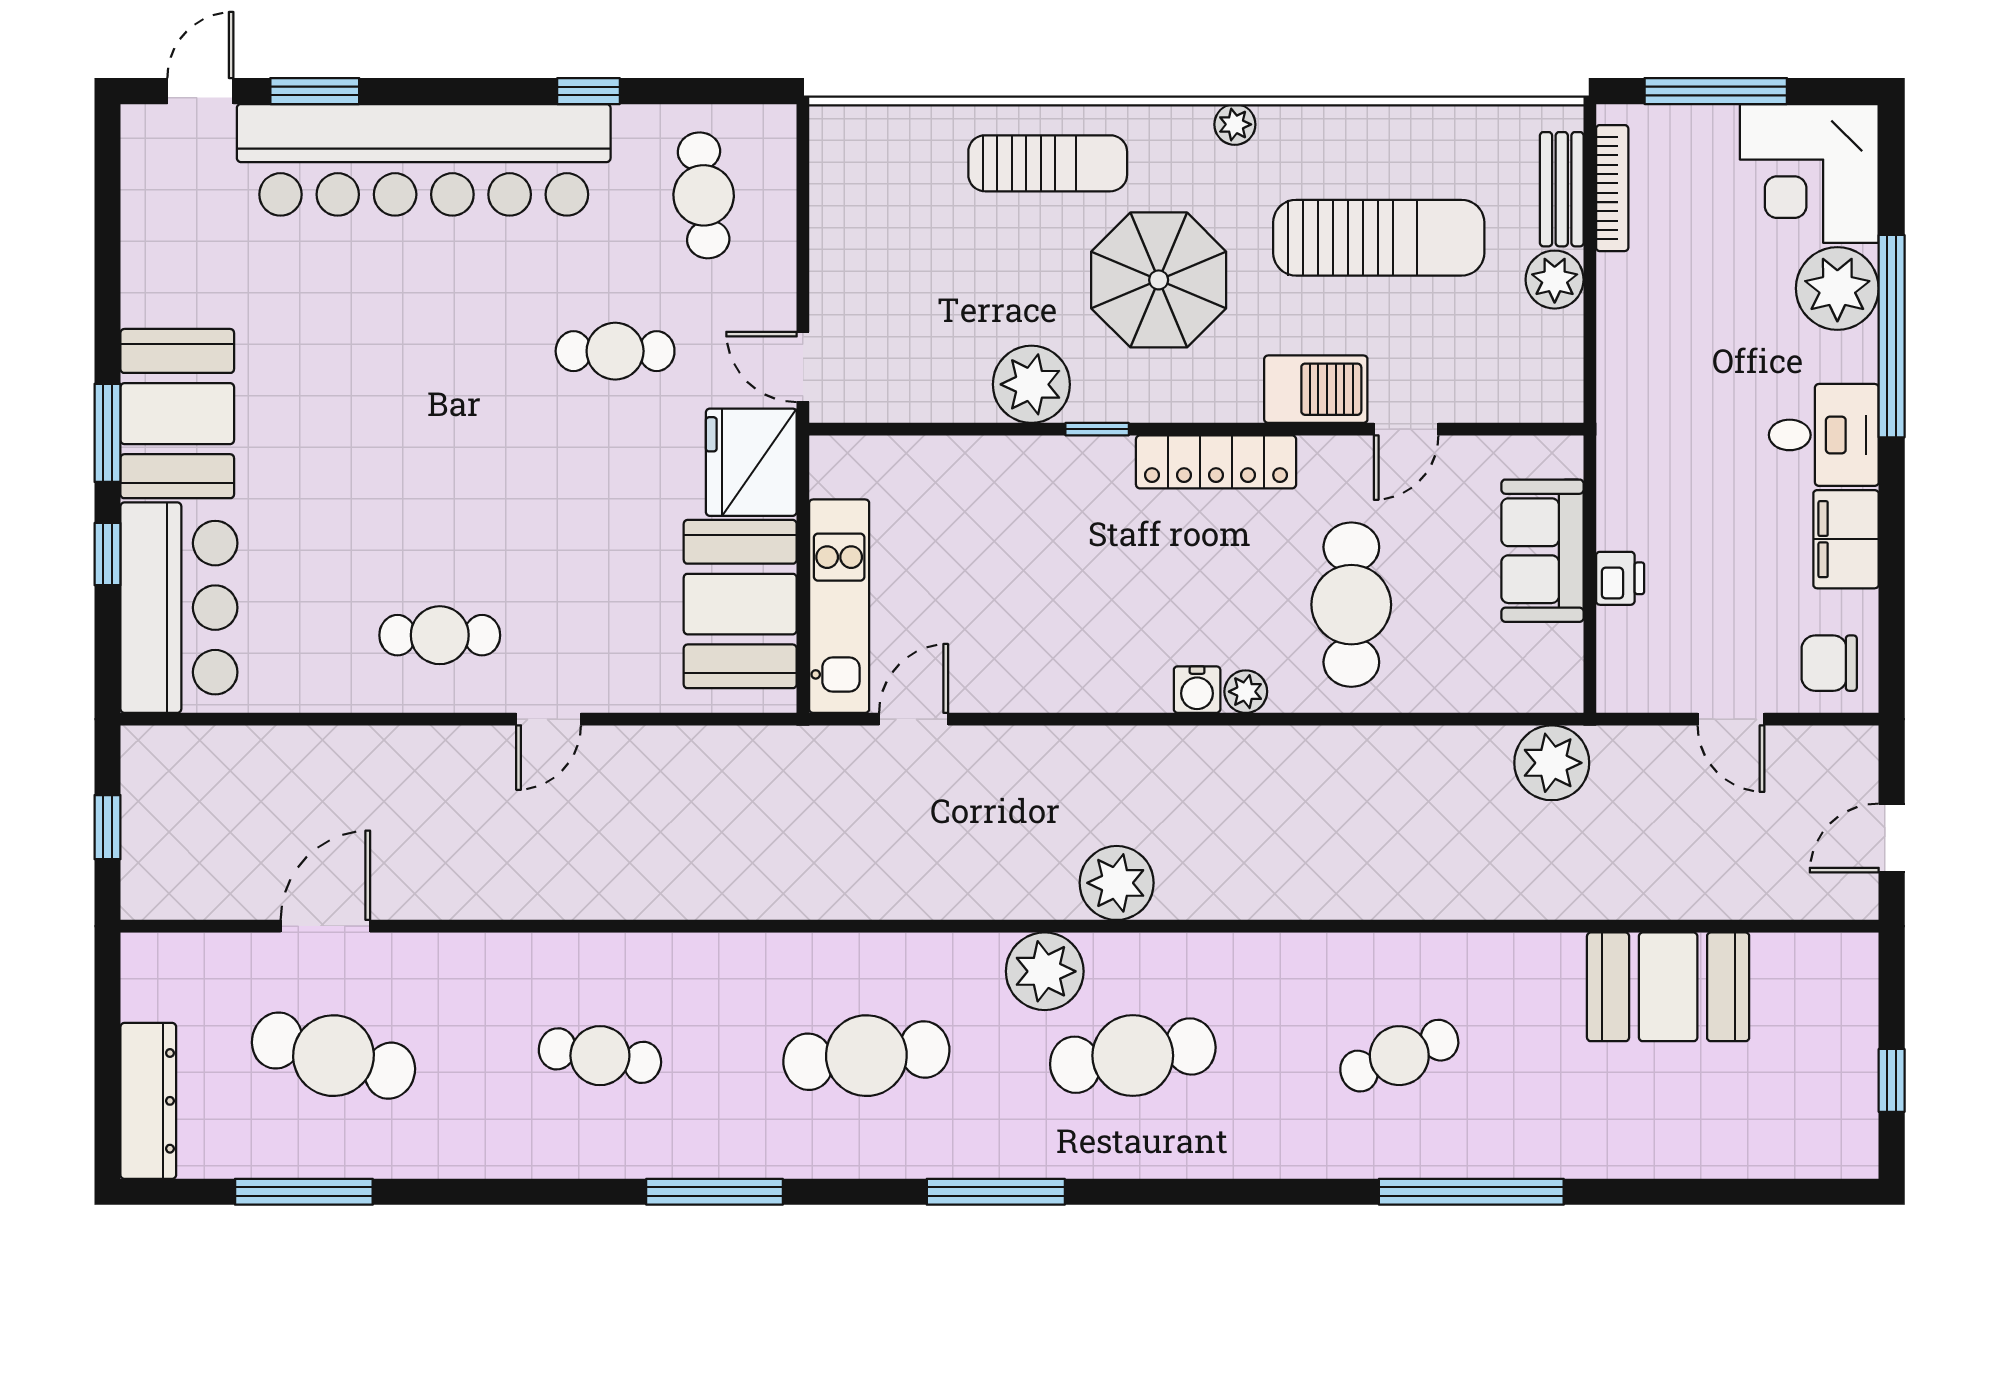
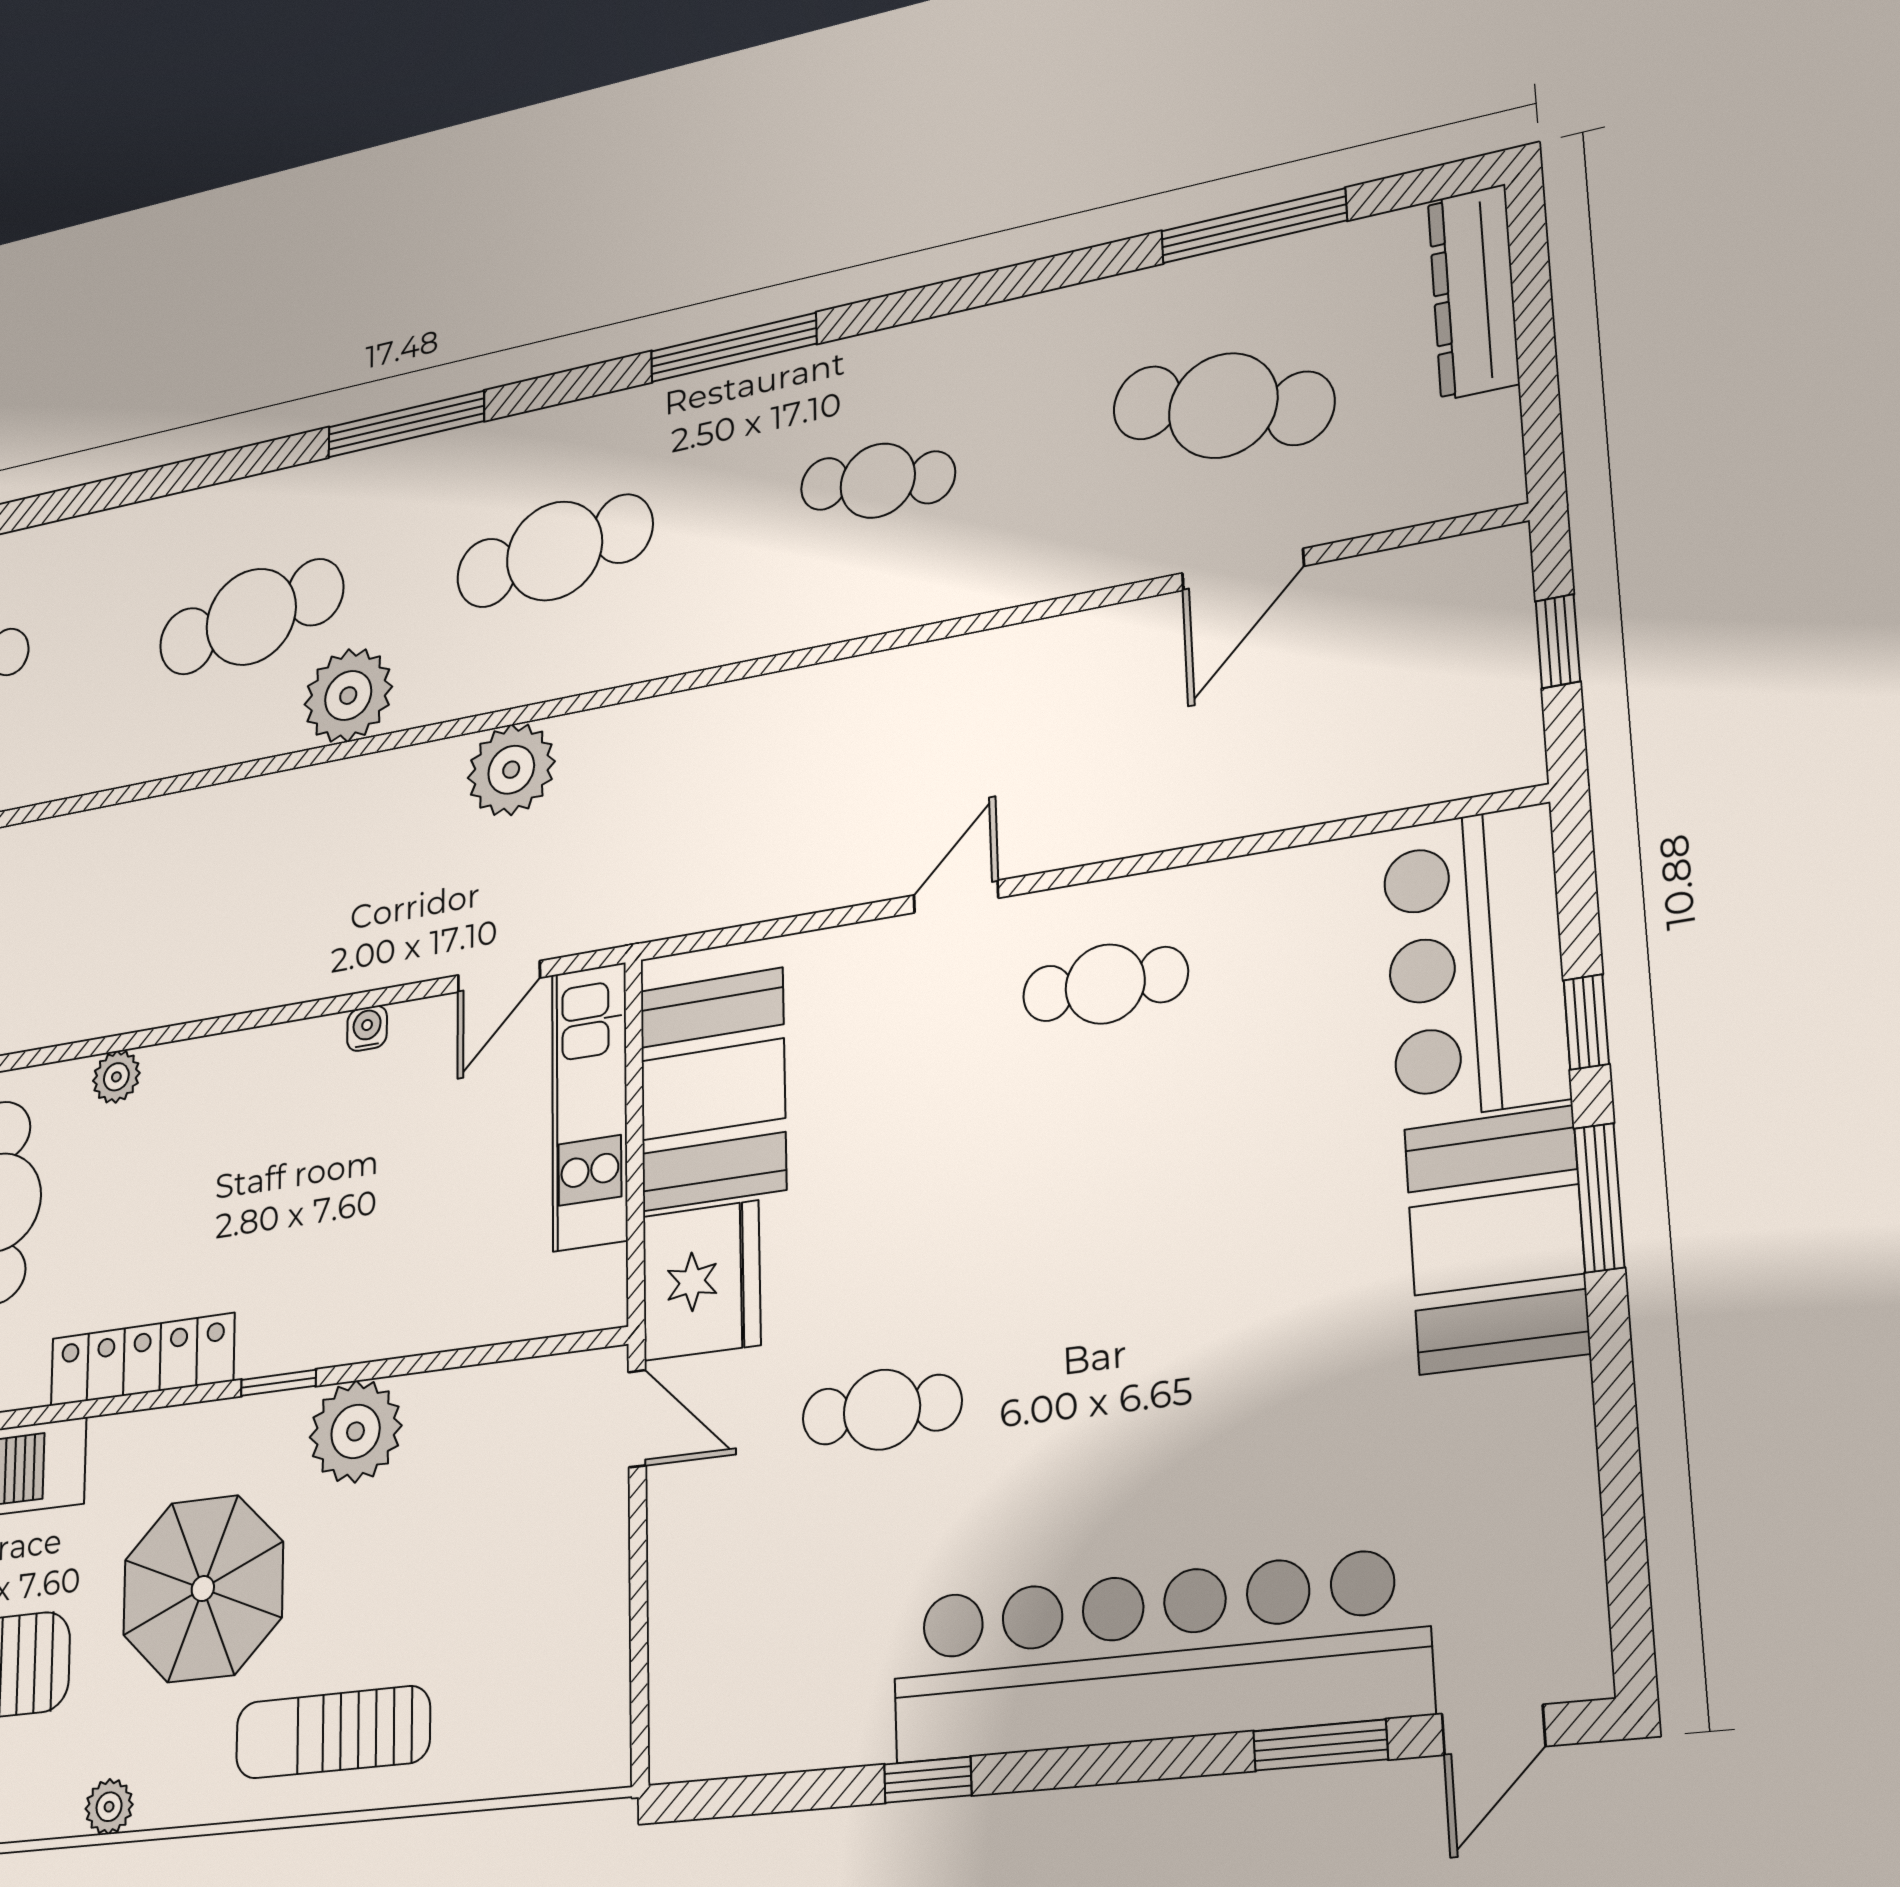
cafe table: (704, 195) -> (769, 1643), removed
water cooler: (1197, 690) -> (367, 1028), moved, width x0.72, depth x0.72
plant: (1117, 883) -> (511, 770), moved

